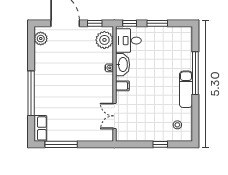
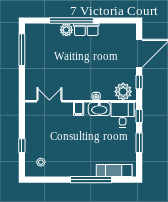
plant: (41, 39) -> (66, 30), moved
exam couch: (186, 89) -> (114, 170), moved
row of seats: (40, 128) -> (86, 29), moved

